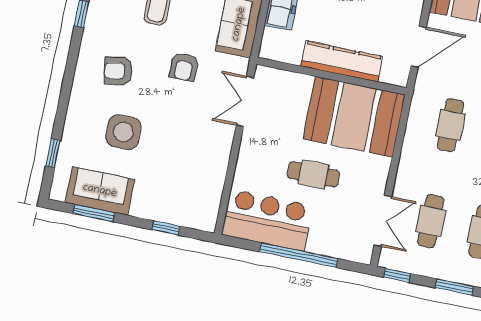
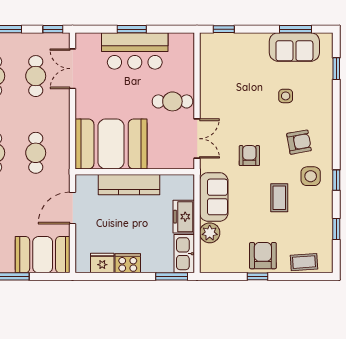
side table: (113, 25) -> (311, 176), added
side table: (123, 132) -> (286, 96), width x0.54, depth x0.54
cafe table: (313, 174) -> (172, 101), moved
bar counter: (267, 220) -> (135, 51), moved
window: (166, 228) -> (224, 29), moved
window: (299, 255) -> (132, 29), width x0.47

